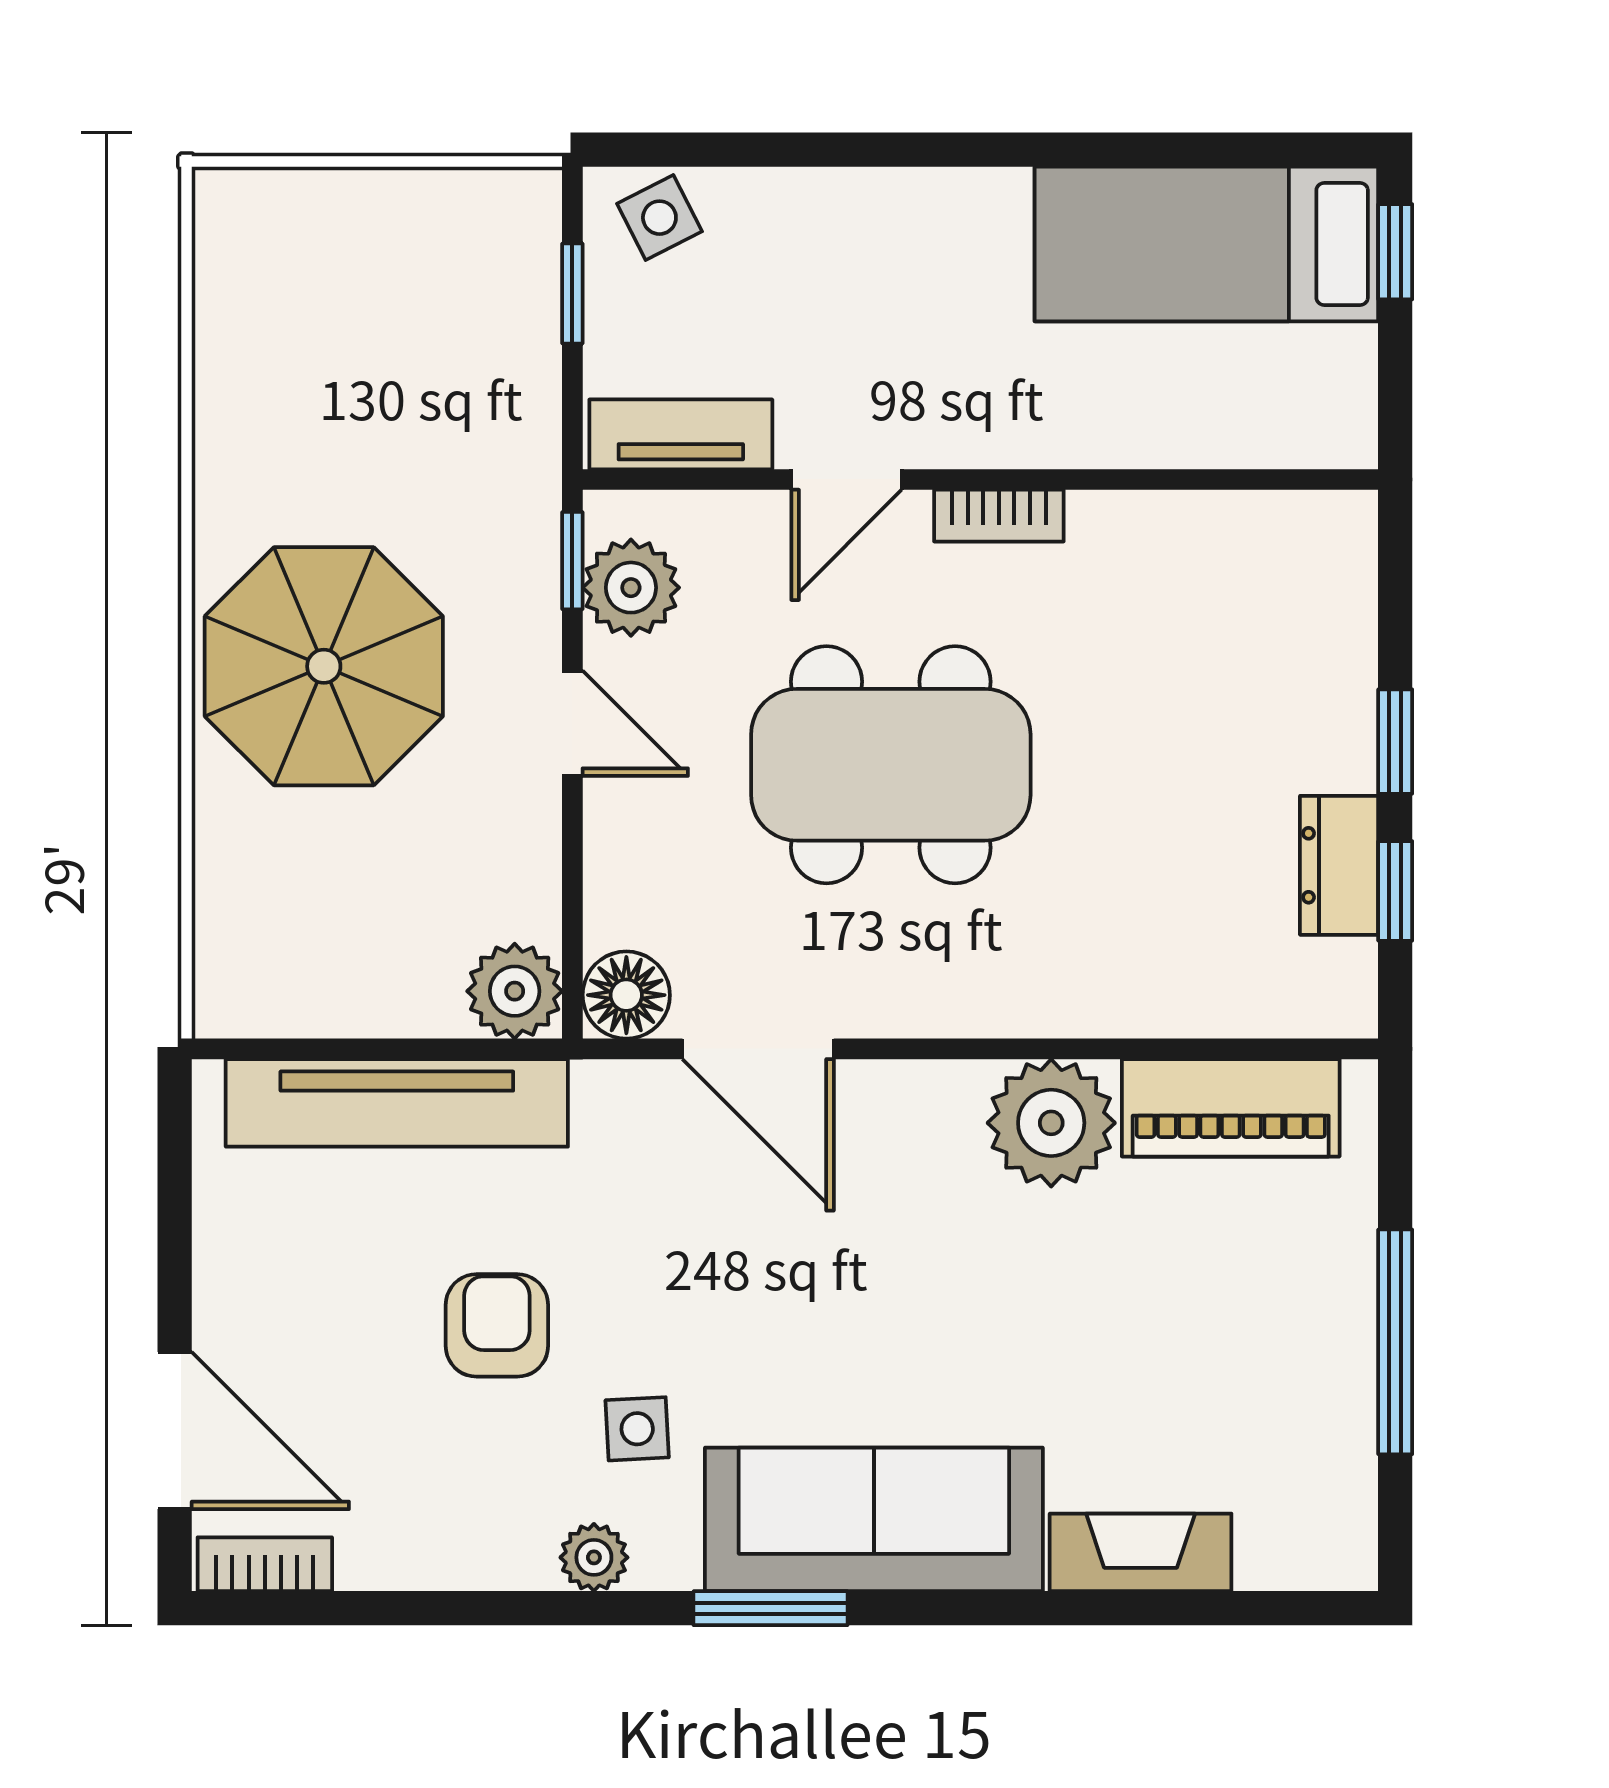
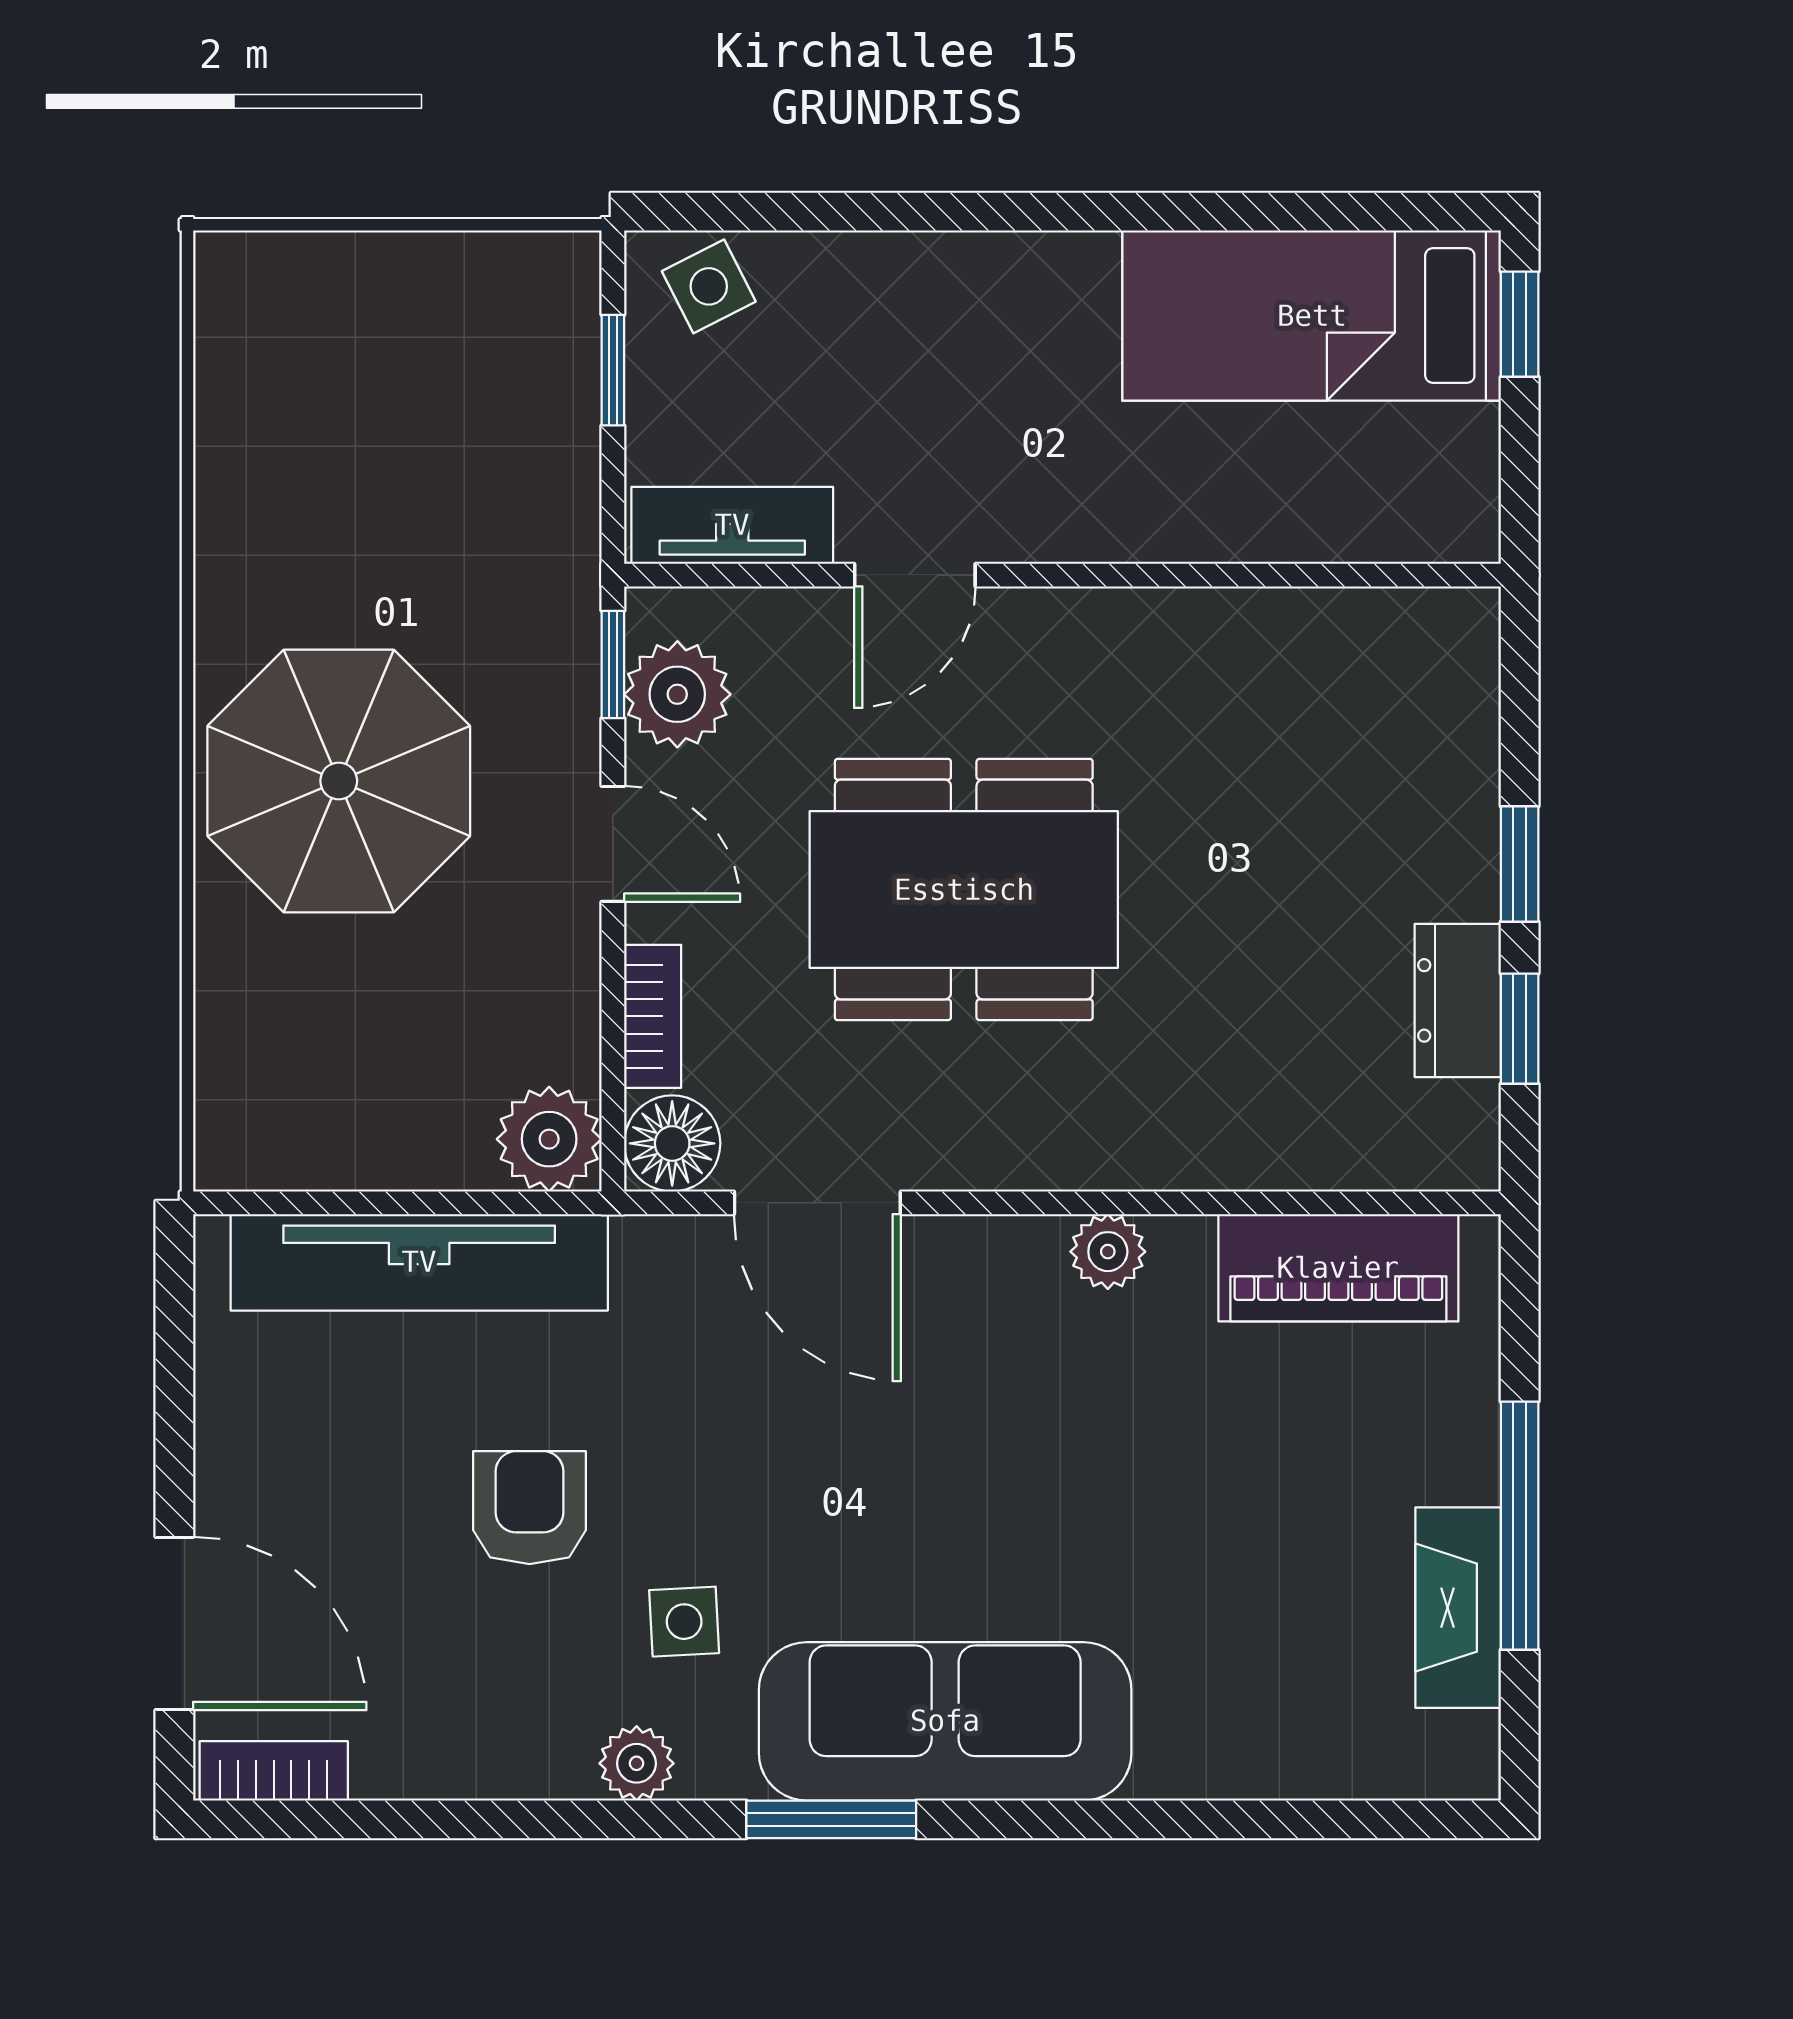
bookcase: (999, 516) -> (653, 1016), moved, turned -90
plant: (1051, 1123) -> (1108, 1252), width x0.53, depth x0.53
fireplace: (1141, 1552) -> (1458, 1608), moved, turned -90

